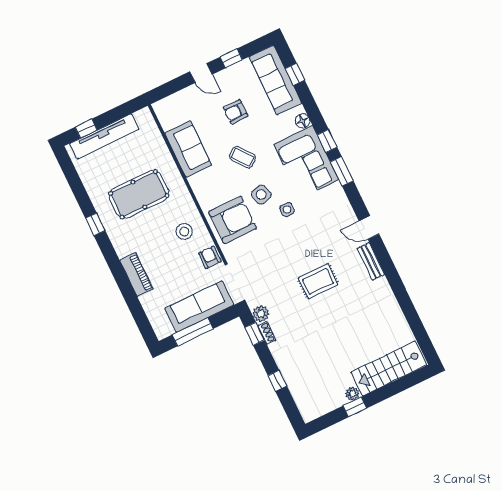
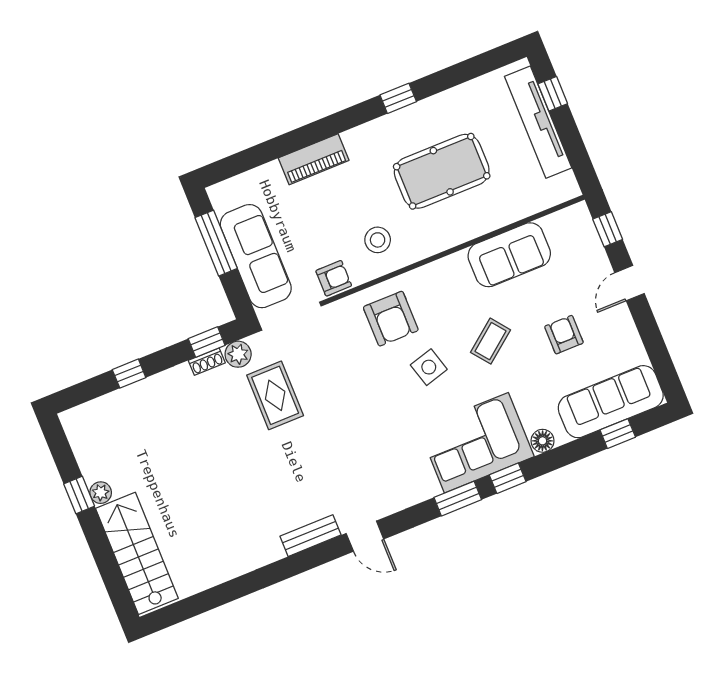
window: (231, 58) -> (608, 229), moved
pool table: (139, 194) -> (442, 171), turned 90
side table: (287, 210) -> (402, 407), removed
armchair: (233, 220) -> (391, 319), width x0.73, depth x0.73
door: (369, 227) -> (365, 536), swing flipped
rug: (318, 281) -> (275, 395), moved

